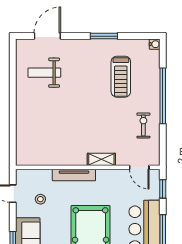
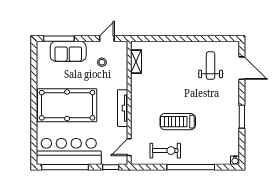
treadmill: (121, 77) -> (178, 122), moved
exercise bike: (143, 125) -> (165, 151), width x1.38, depth x1.39
shelving: (101, 159) -> (136, 62), moved
tv unit: (74, 175) -> (123, 108), moved

